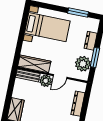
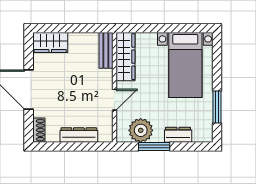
door: (60, 76) -> (114, 100), swing flipped
plant: (46, 81) -> (103, 79), removed

